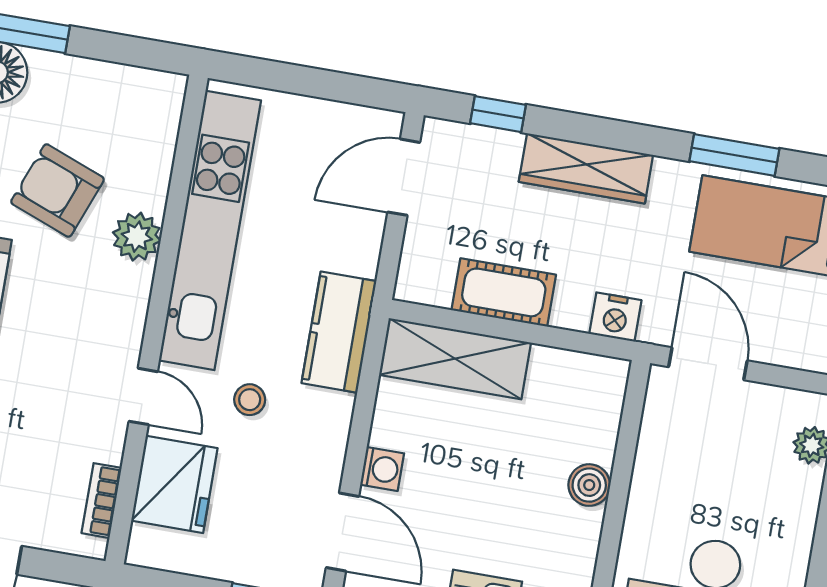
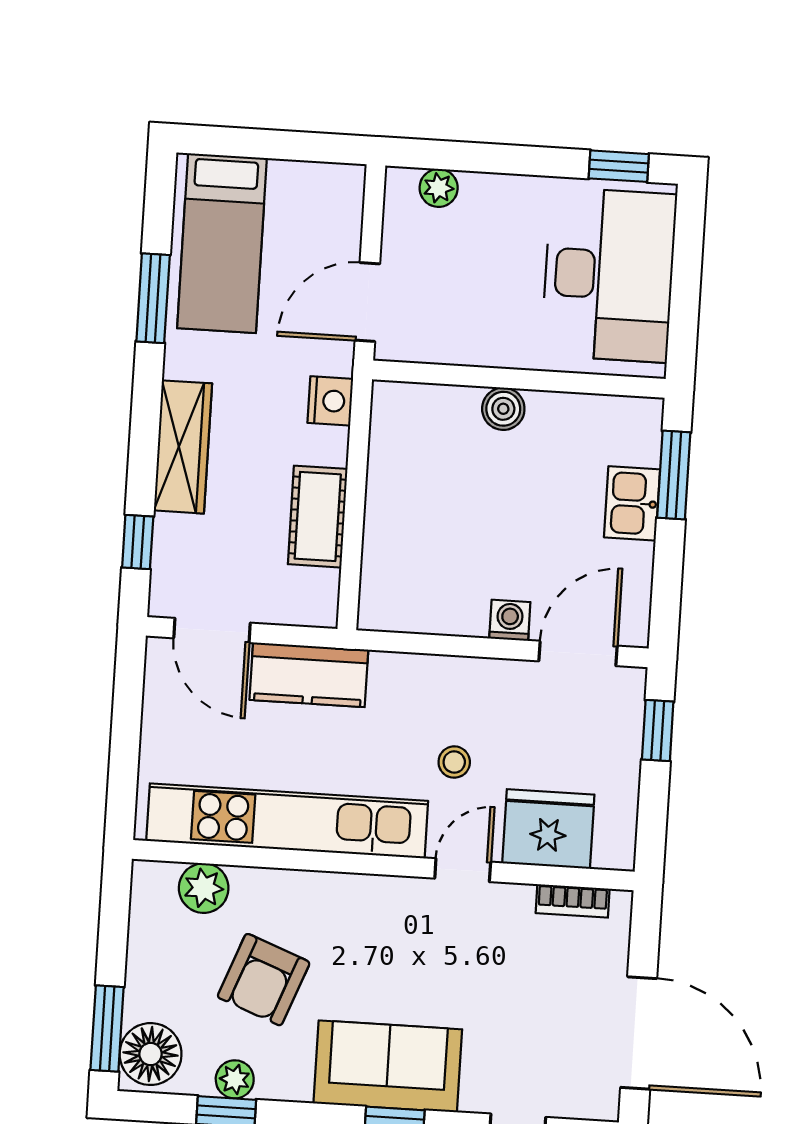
plant: (137, 237) -> (204, 888), moved
kitchen counter: (339, 332) -> (309, 675), moved
shelving: (455, 359) -> (390, 559), removed

